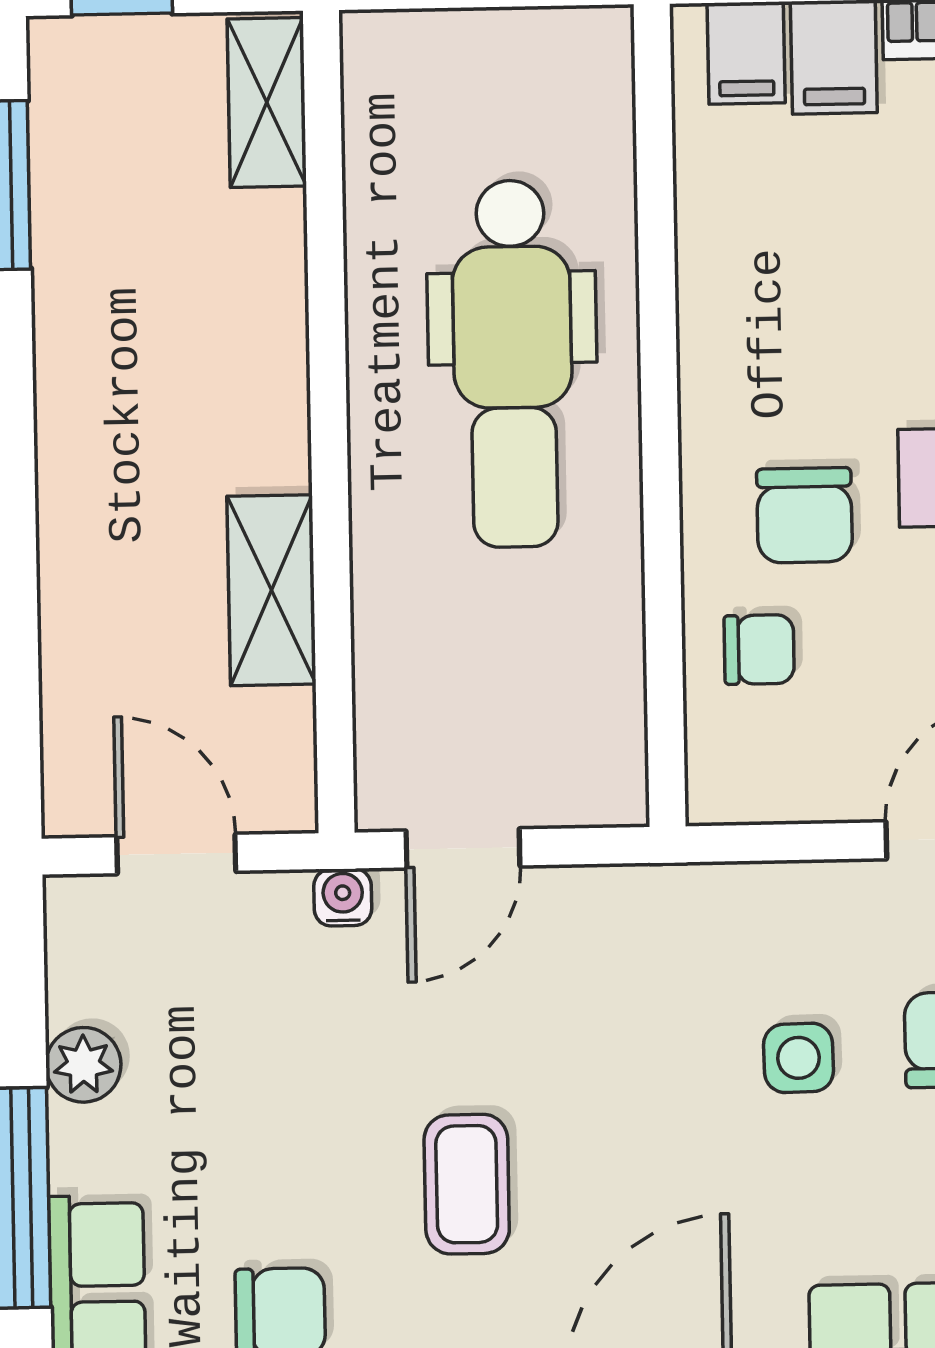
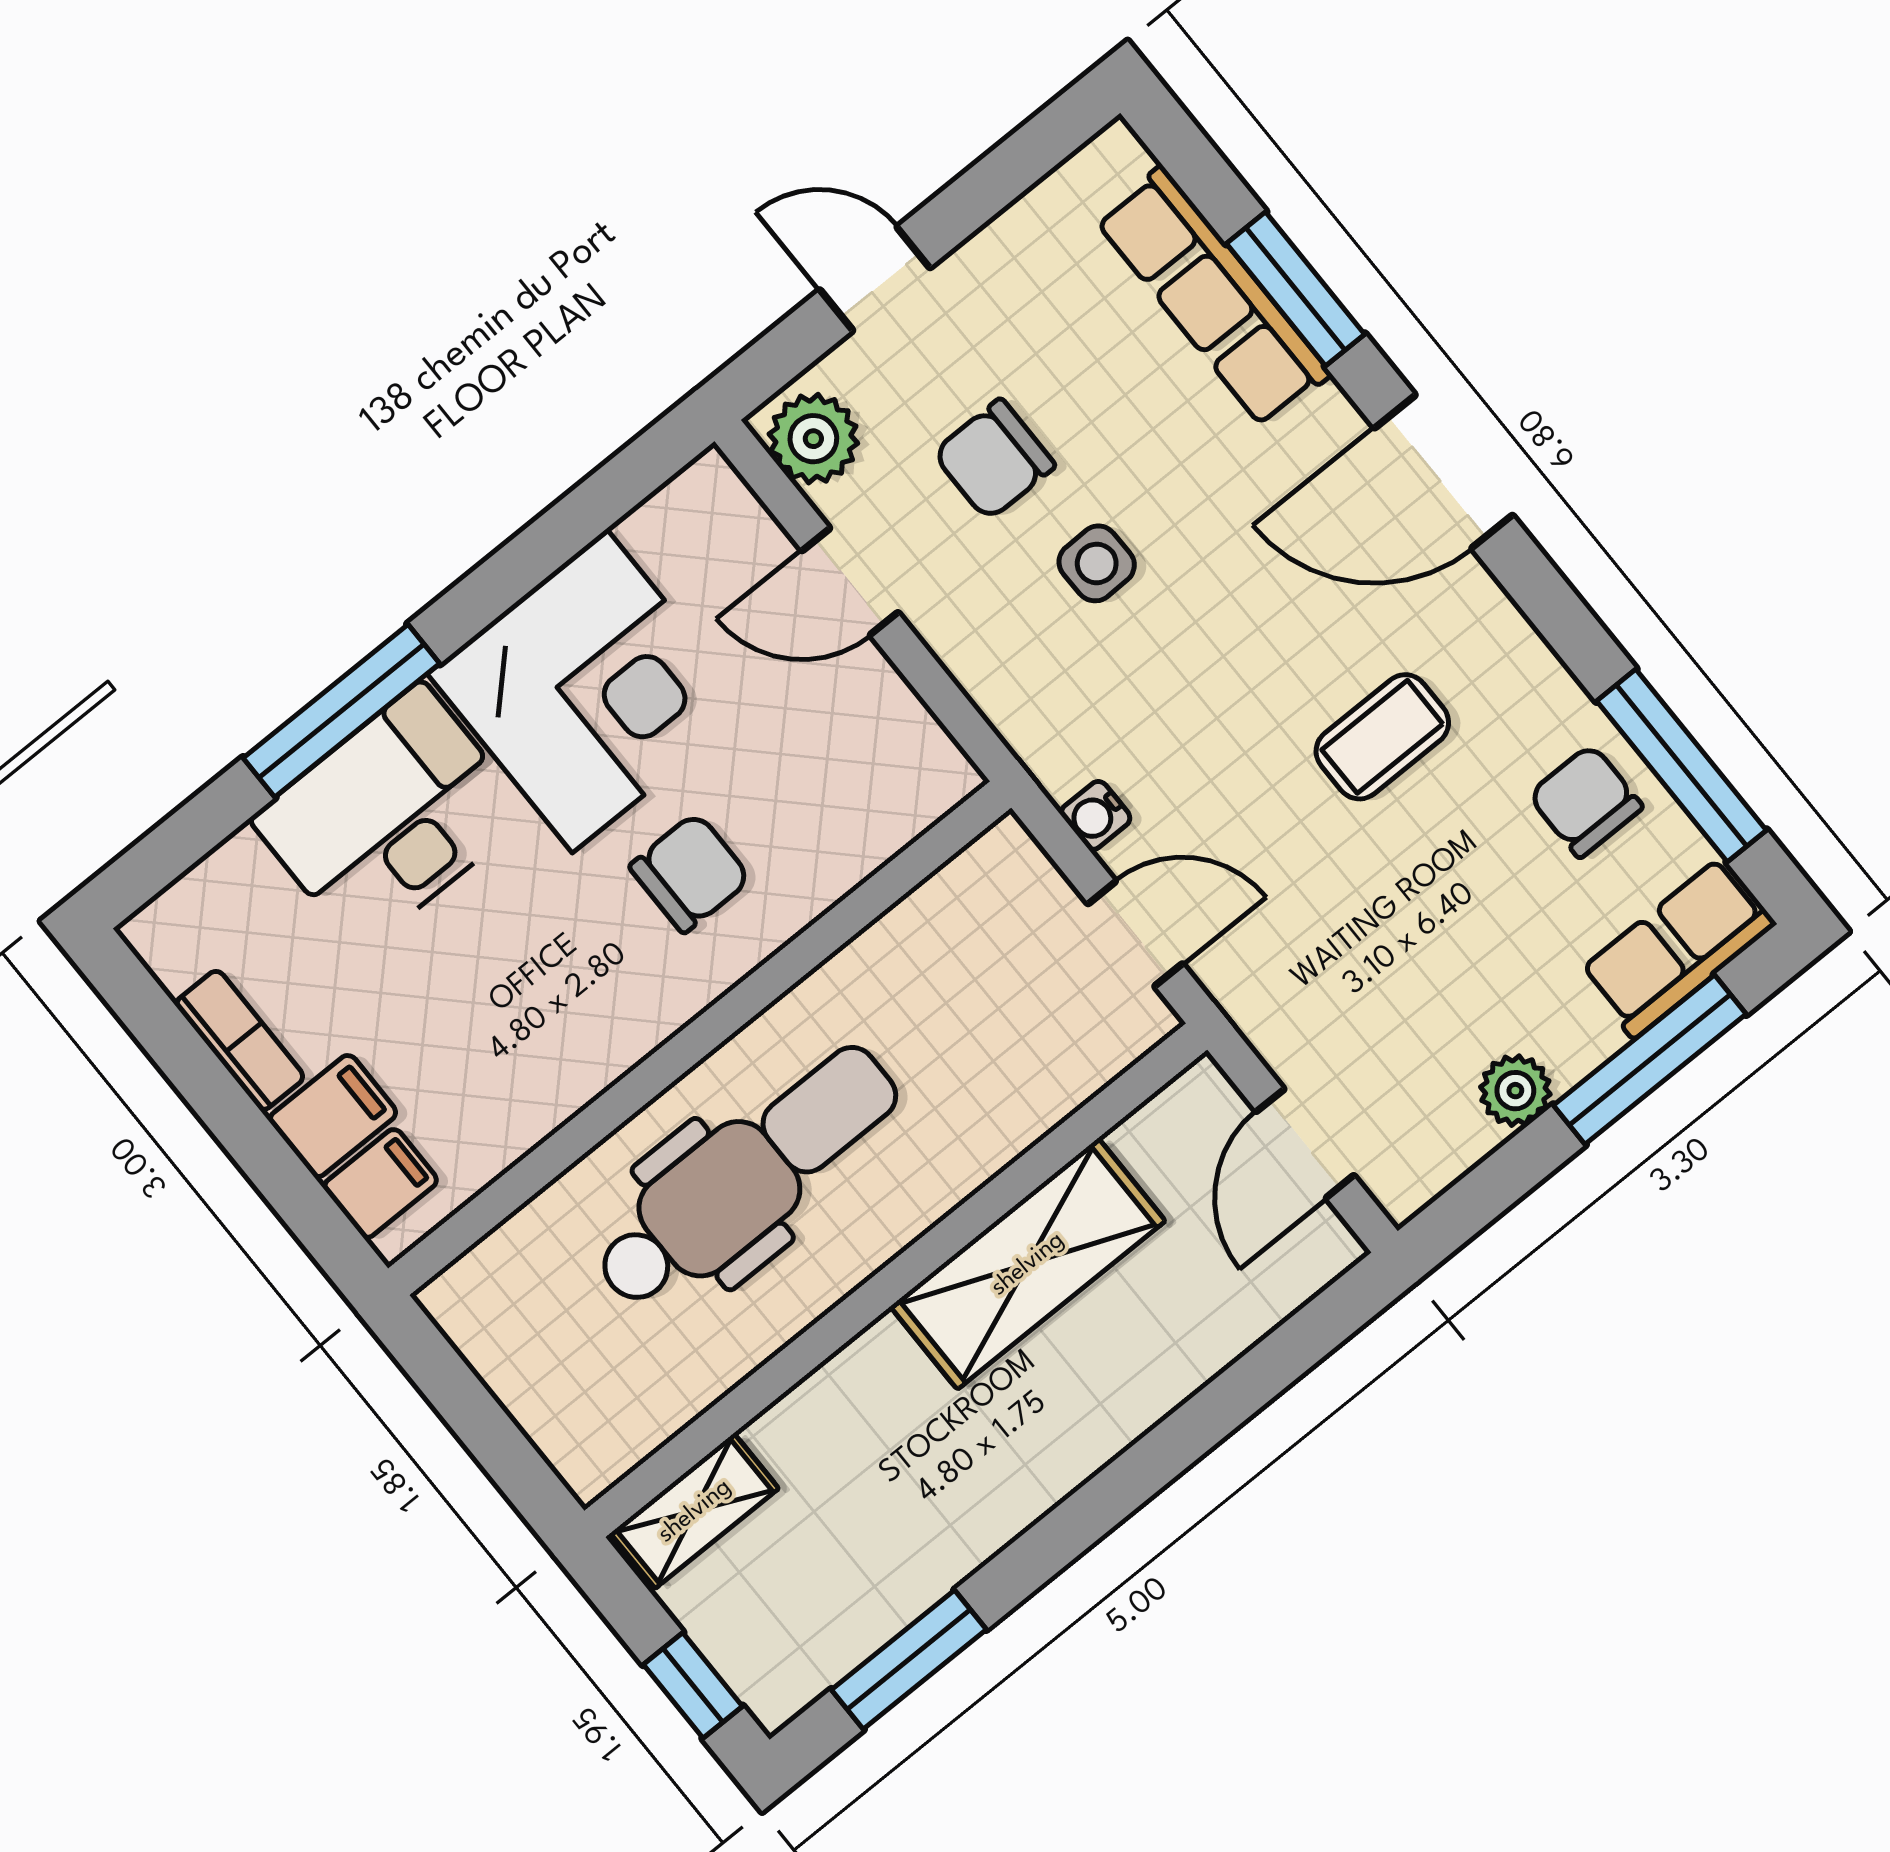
shelving: (271, 590) -> (1028, 1264), width x1.50, depth x1.33
chair: (759, 650) -> (816, 829), removed
water cooler: (343, 897) -> (1096, 815), moved

